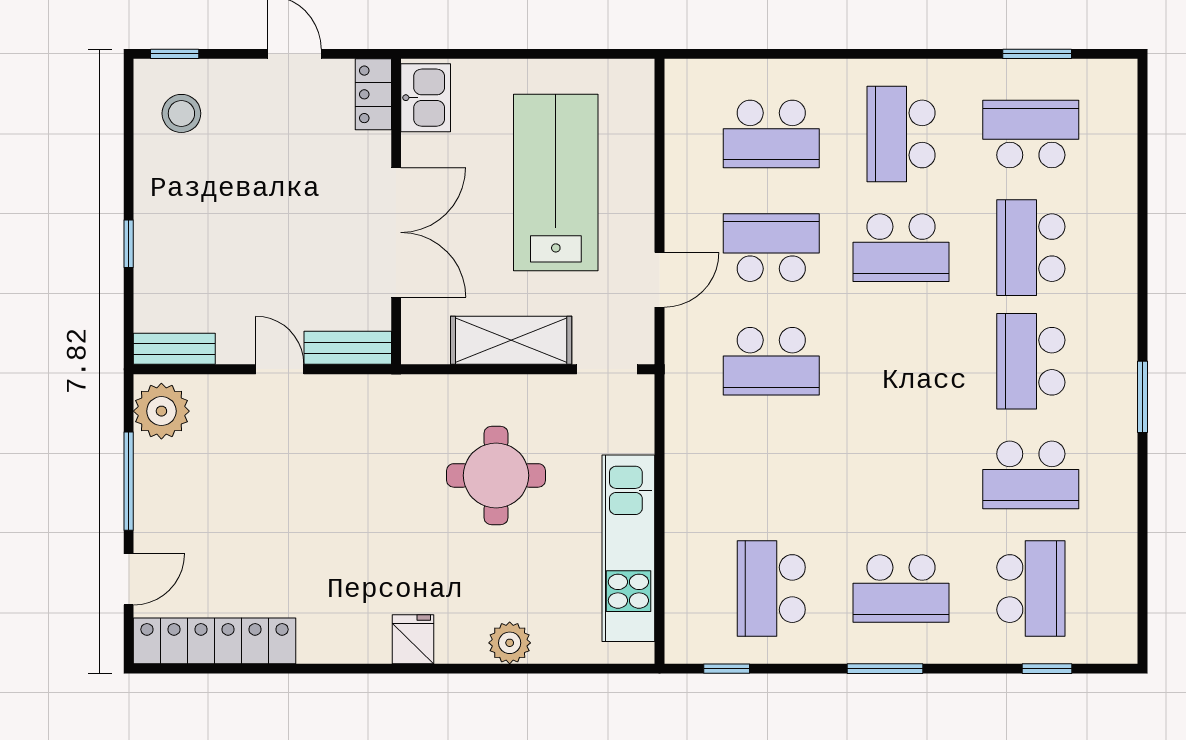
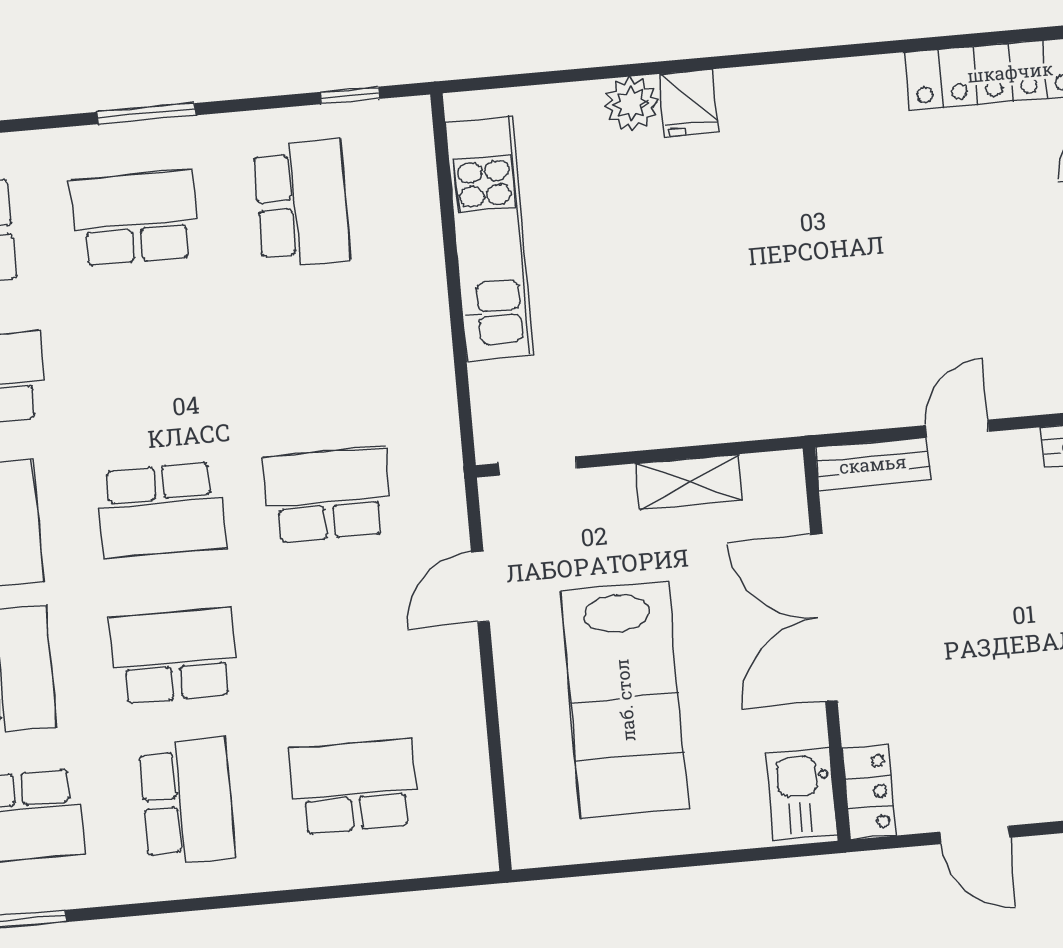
school desk: (771, 248) -> (161, 510), moved
shelving: (511, 340) -> (689, 482), width x0.67, depth x0.75
door: (280, 369) -> (957, 428), swing flipped
round table: (496, 475) -> (668, 317), removed
fridge: (413, 639) -> (689, 103), moved

